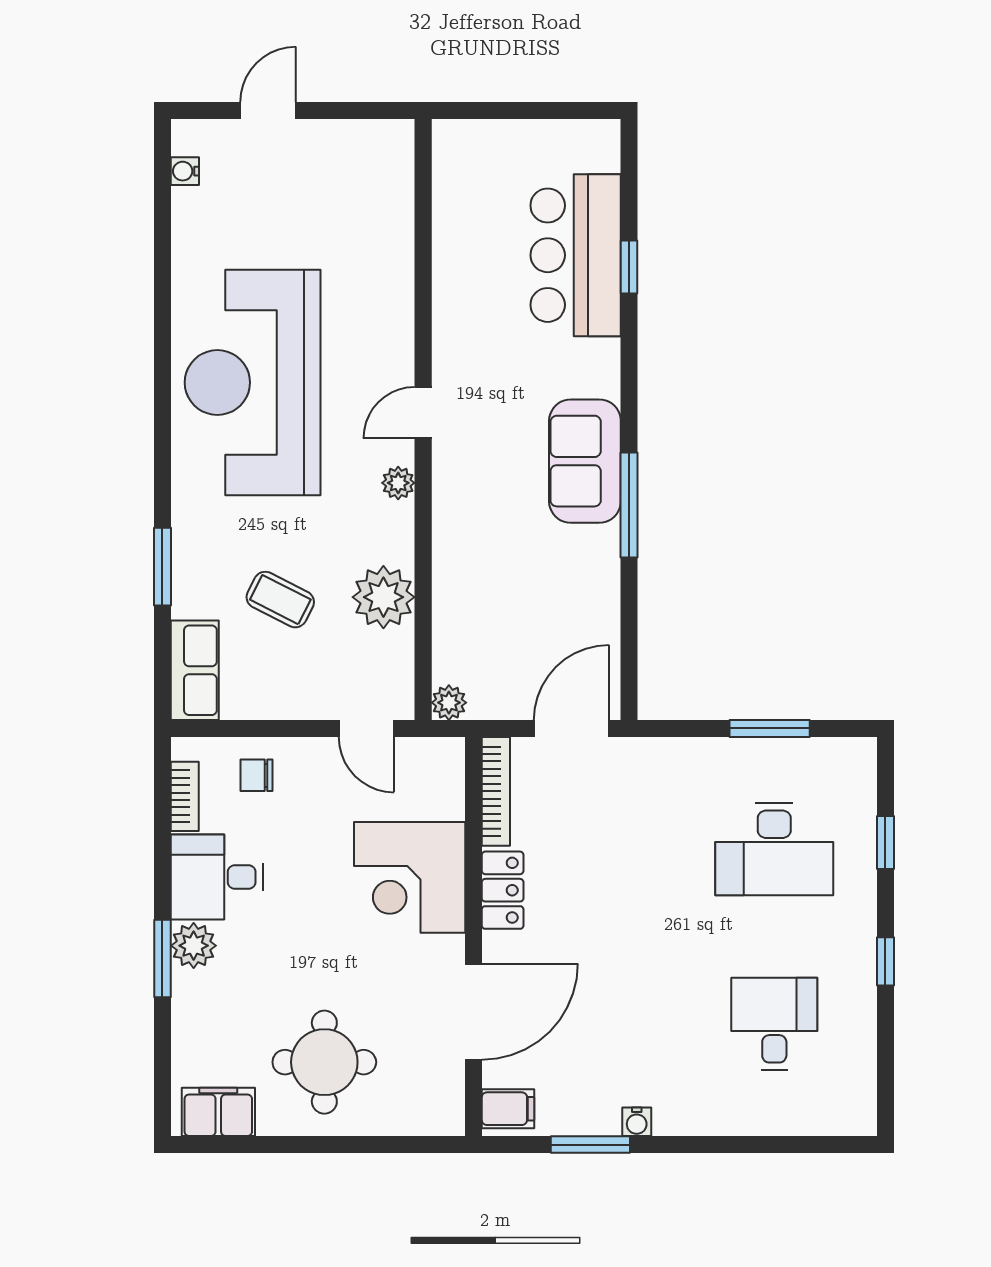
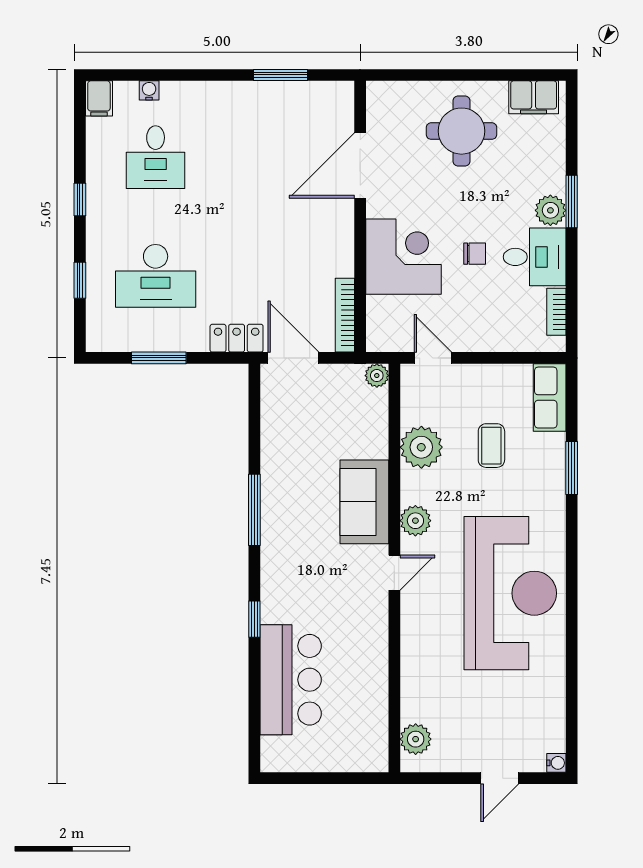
plant: (392, 168) -> (416, 739), added
water cooler: (185, 171) -> (556, 763), moved
window: (629, 267) -> (254, 619), moved
sofa: (585, 461) -> (364, 502), moved, turned 180
plant: (398, 483) -> (415, 521), width x1.38, depth x1.38
coffee table: (280, 600) -> (491, 446), turned 63
door: (572, 728) -> (293, 358), swing flipped
chair: (256, 775) -> (475, 254), moved
desk: (774, 849) -> (156, 276), turned 180
locker: (503, 890) -> (237, 338), moved, turned 90
filing cabinet: (508, 1109) -> (99, 98), moved, turned -90
water cooler: (637, 1122) -> (149, 90), moved

